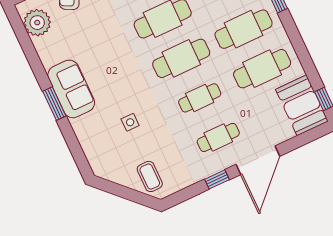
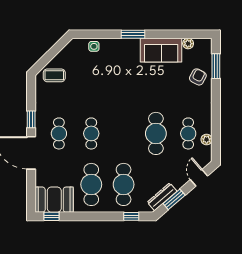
plant: (37, 23) -> (188, 44), width x0.53, depth x0.53
cafe table: (181, 58) -> (124, 133), removed
sofa: (71, 89) -> (161, 50), moved
side table: (130, 122) -> (94, 46), moved

